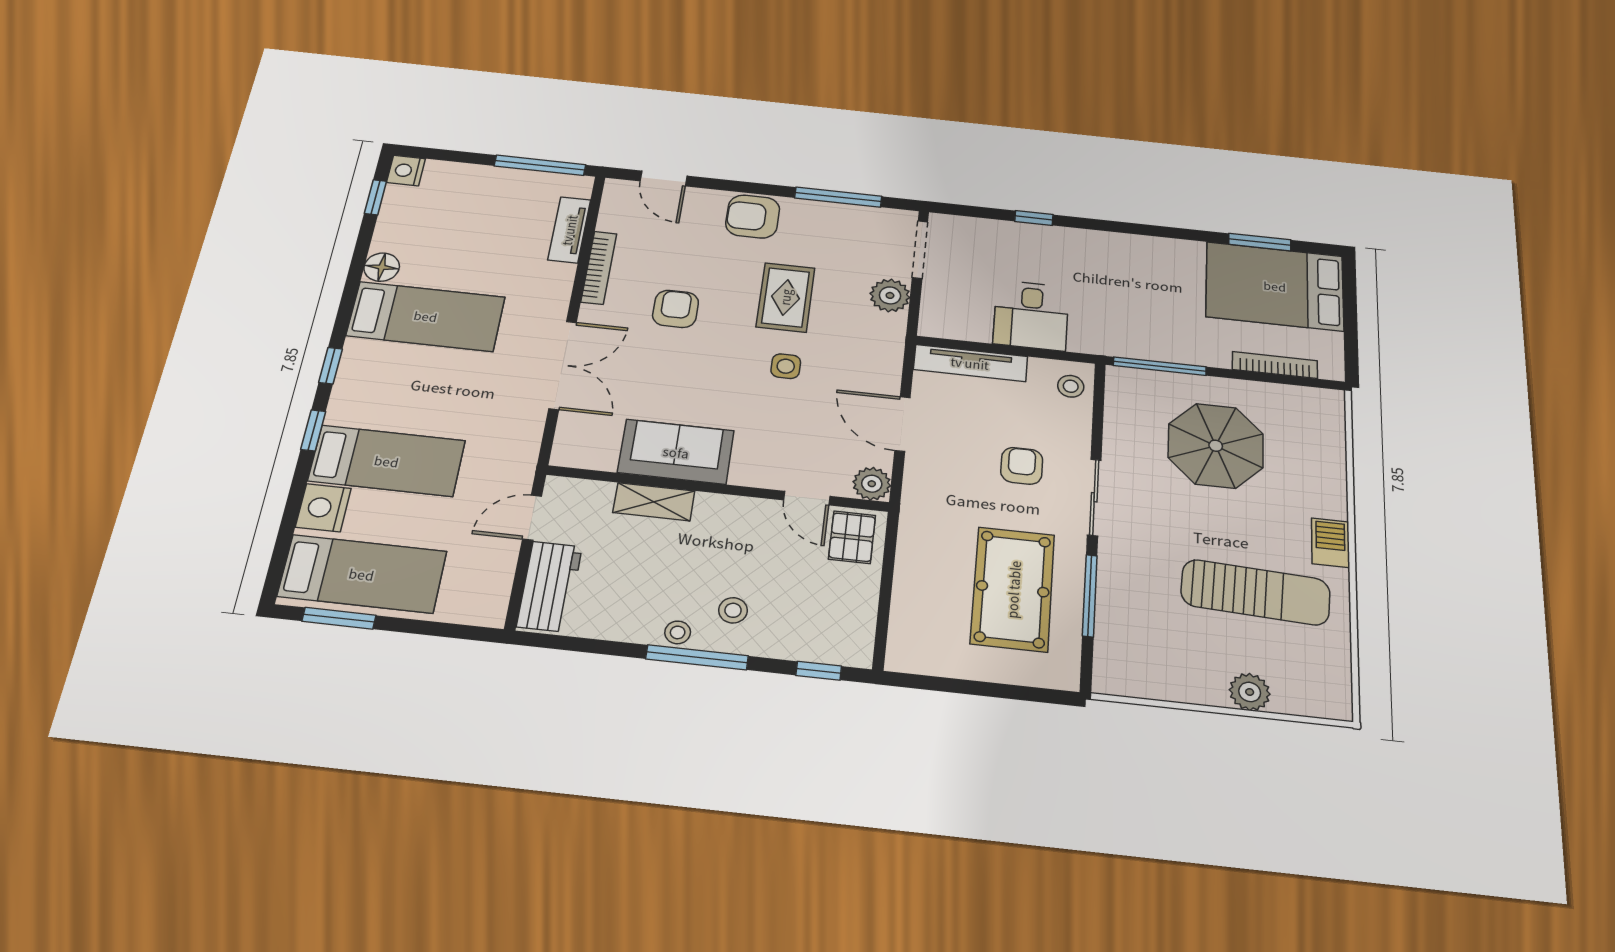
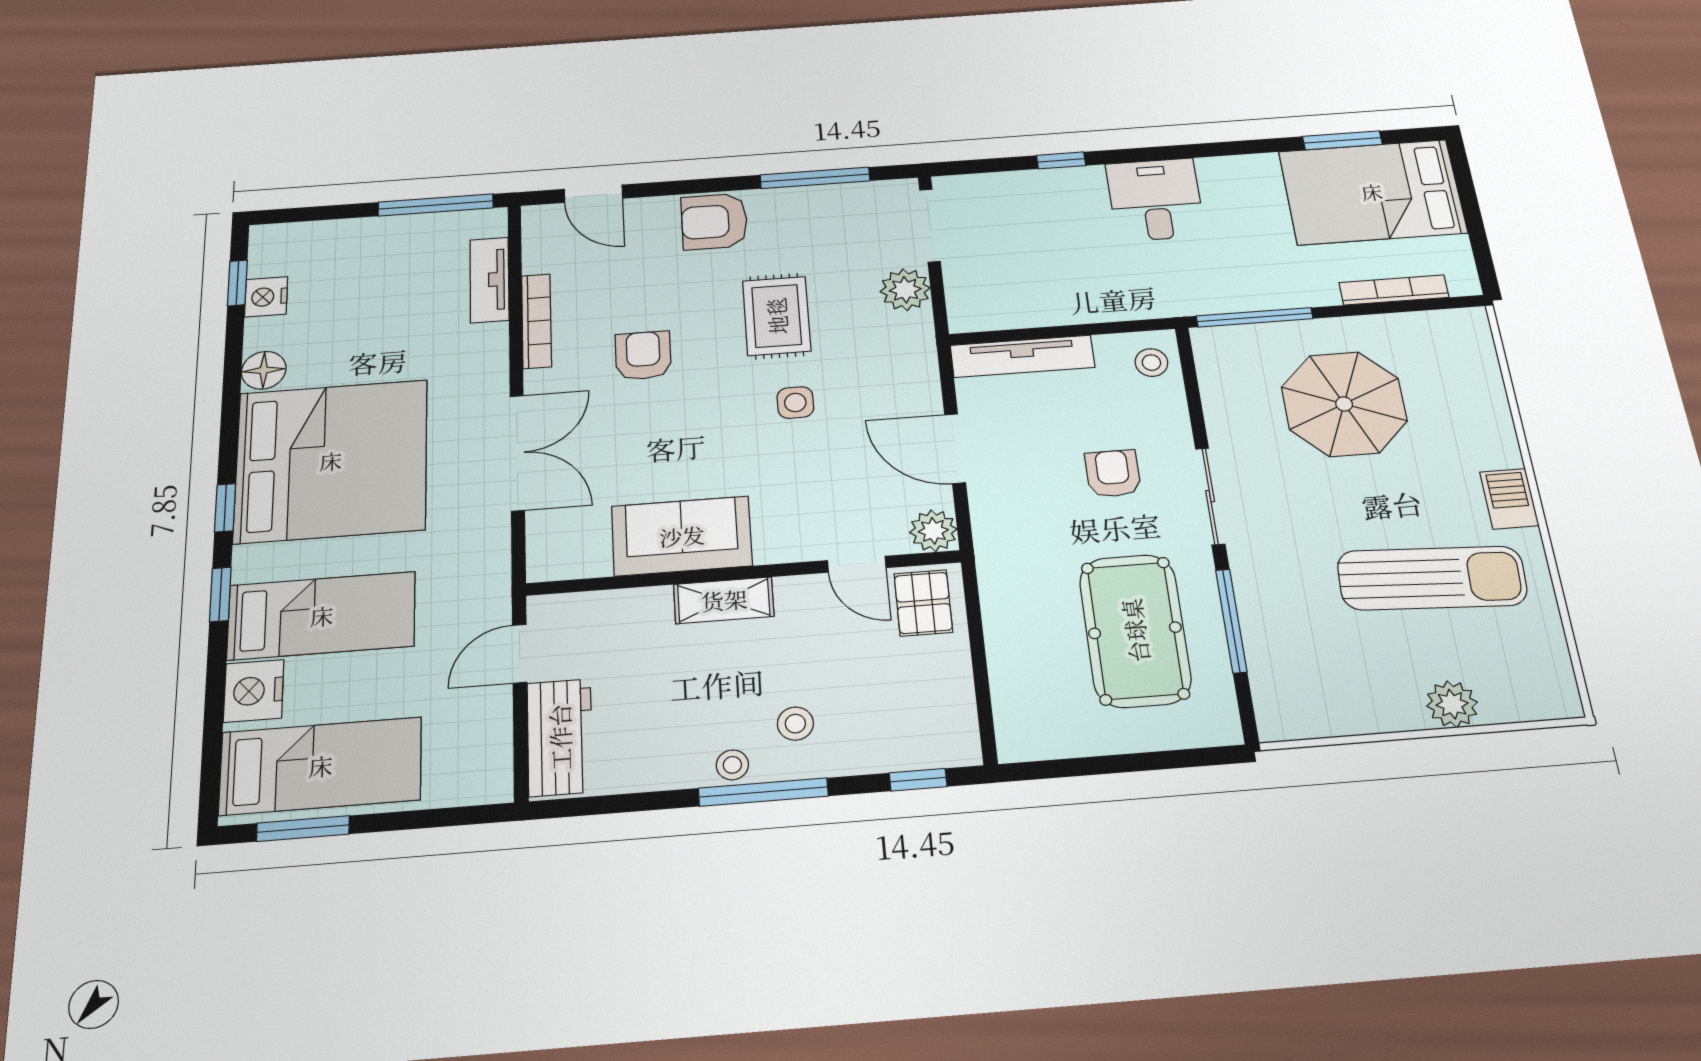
nightstand: (406, 171) -> (266, 297), moved
desk: (1031, 315) -> (1155, 200), moved, turned 180
bed: (426, 316) -> (331, 461), width x2.04
shelving: (654, 502) -> (724, 600), moved

